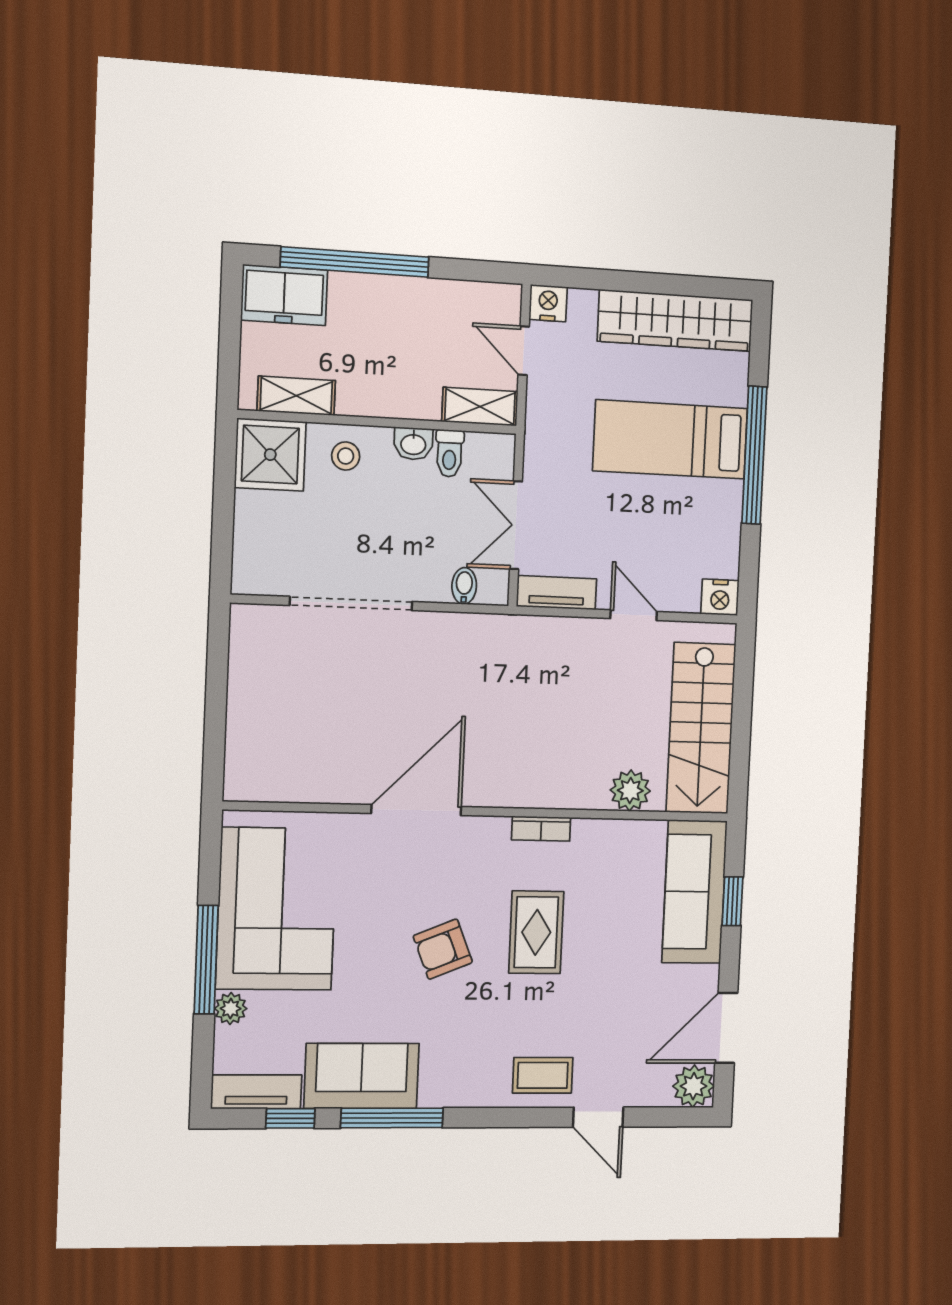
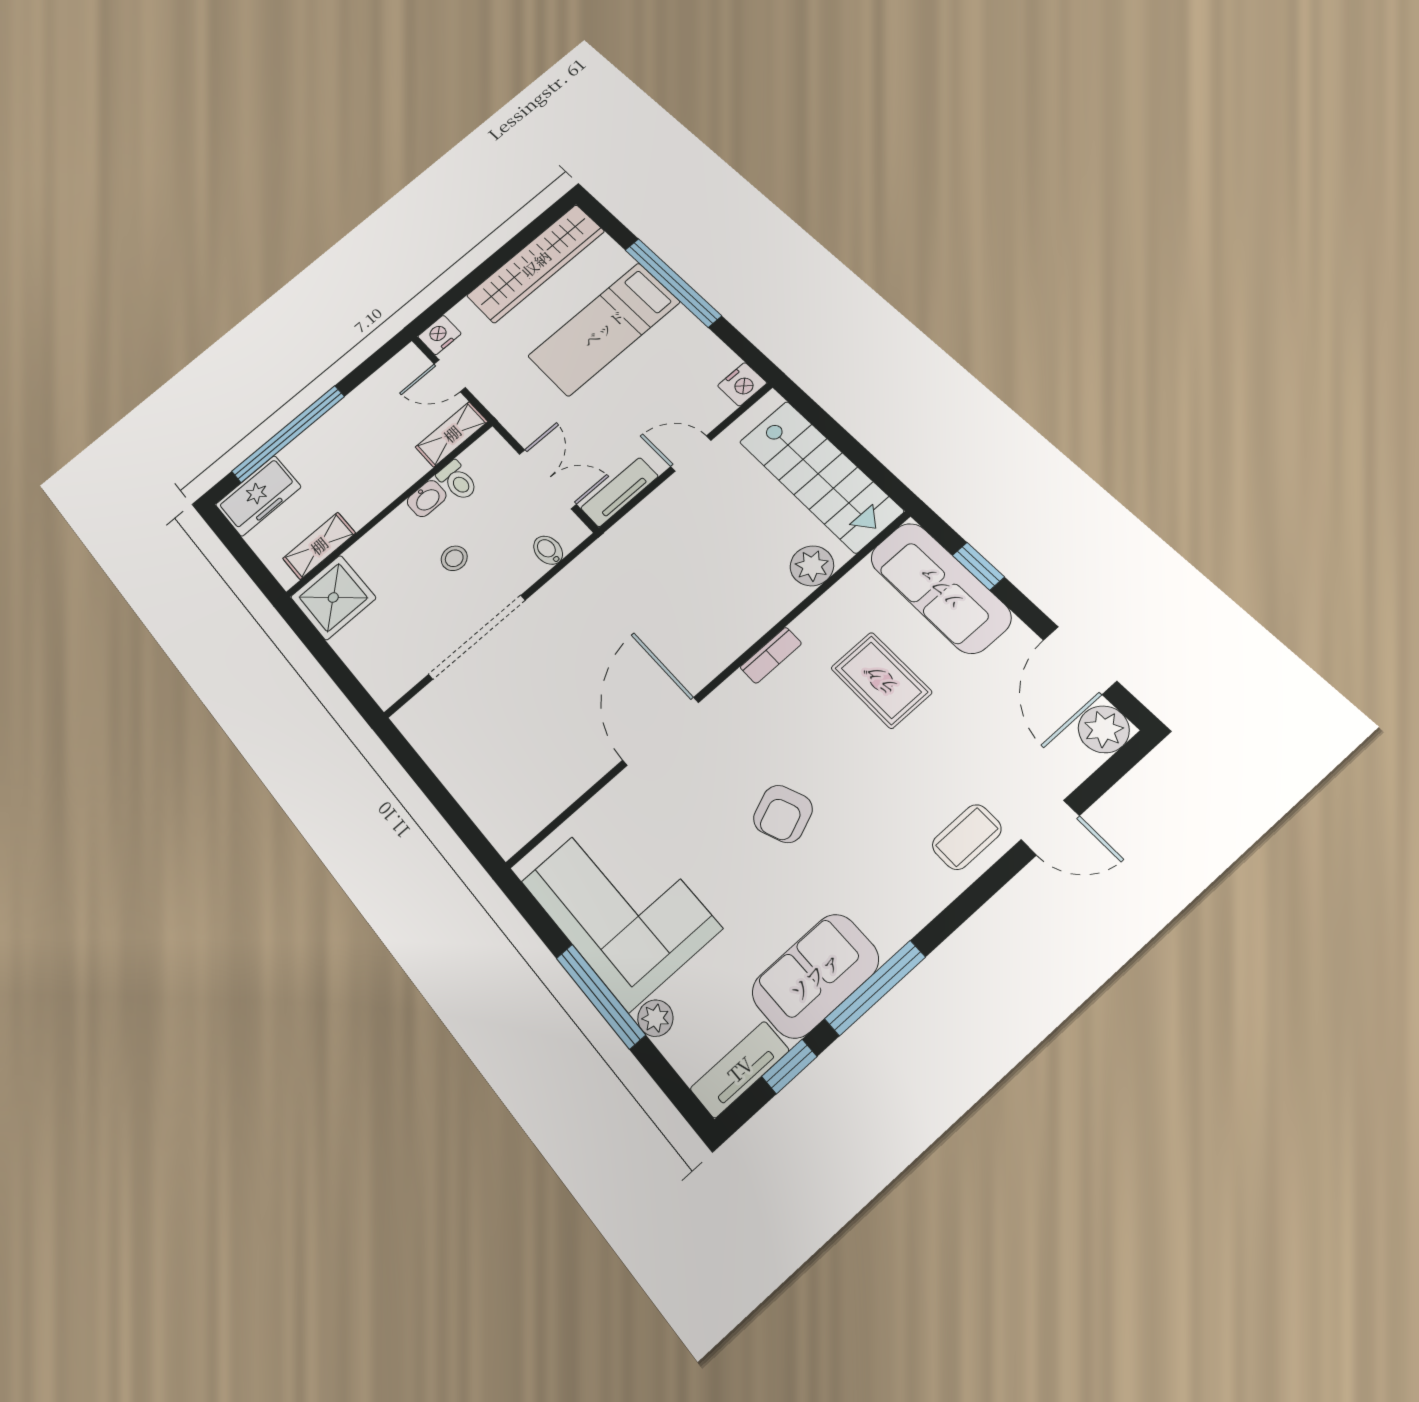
stool: (346, 456) -> (454, 558), moved
double door: (516, 525) -> (548, 479), swing flipped
rug: (536, 932) -> (881, 680), moved

